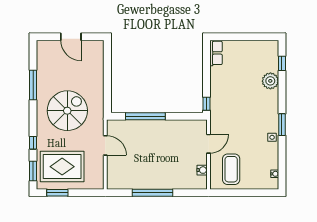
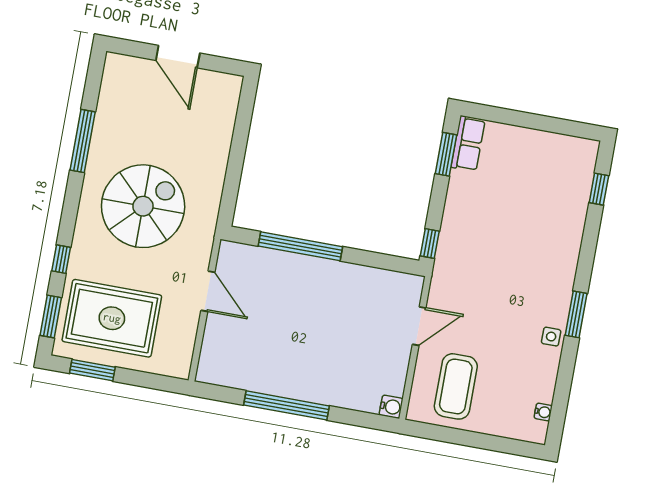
window: (206, 60) -> (446, 154), added
plant: (270, 81) -> (569, 221), removed
water cooler: (202, 170) -> (391, 407), moved

